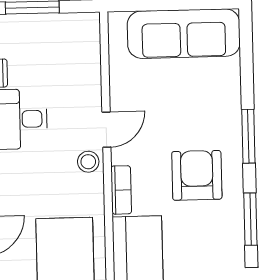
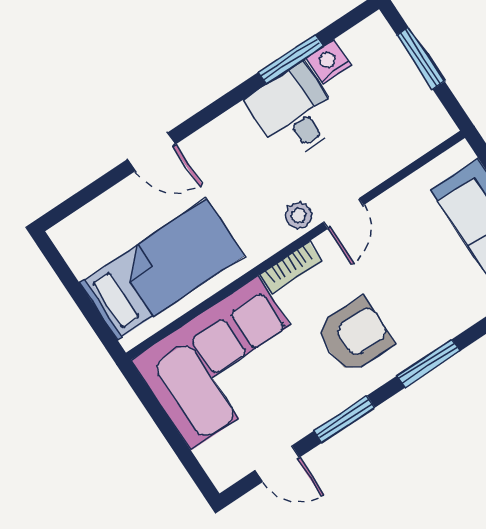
door: (106, 130) -> (343, 213), hinge flipped

